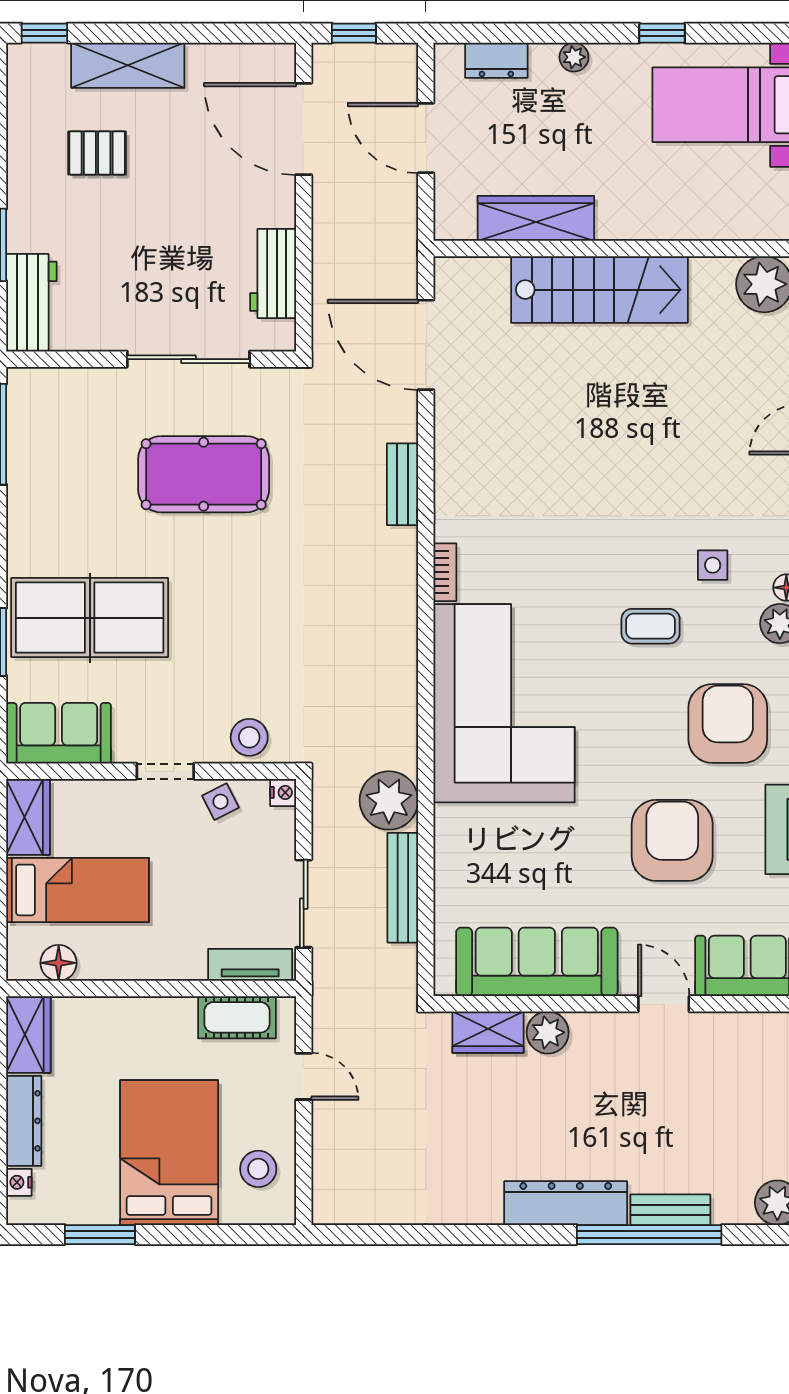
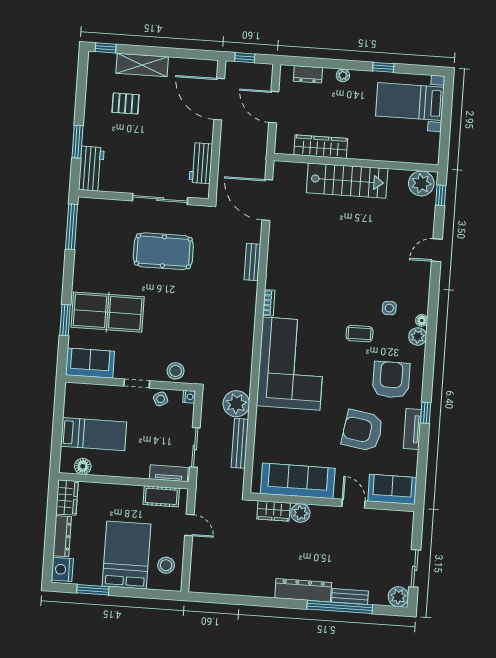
wardrobe: (28, 817) -> (74, 400), removed
armchair: (672, 840) -> (362, 431), turned -81
nightstand: (19, 1182) -> (62, 569), width x1.89, depth x1.79

